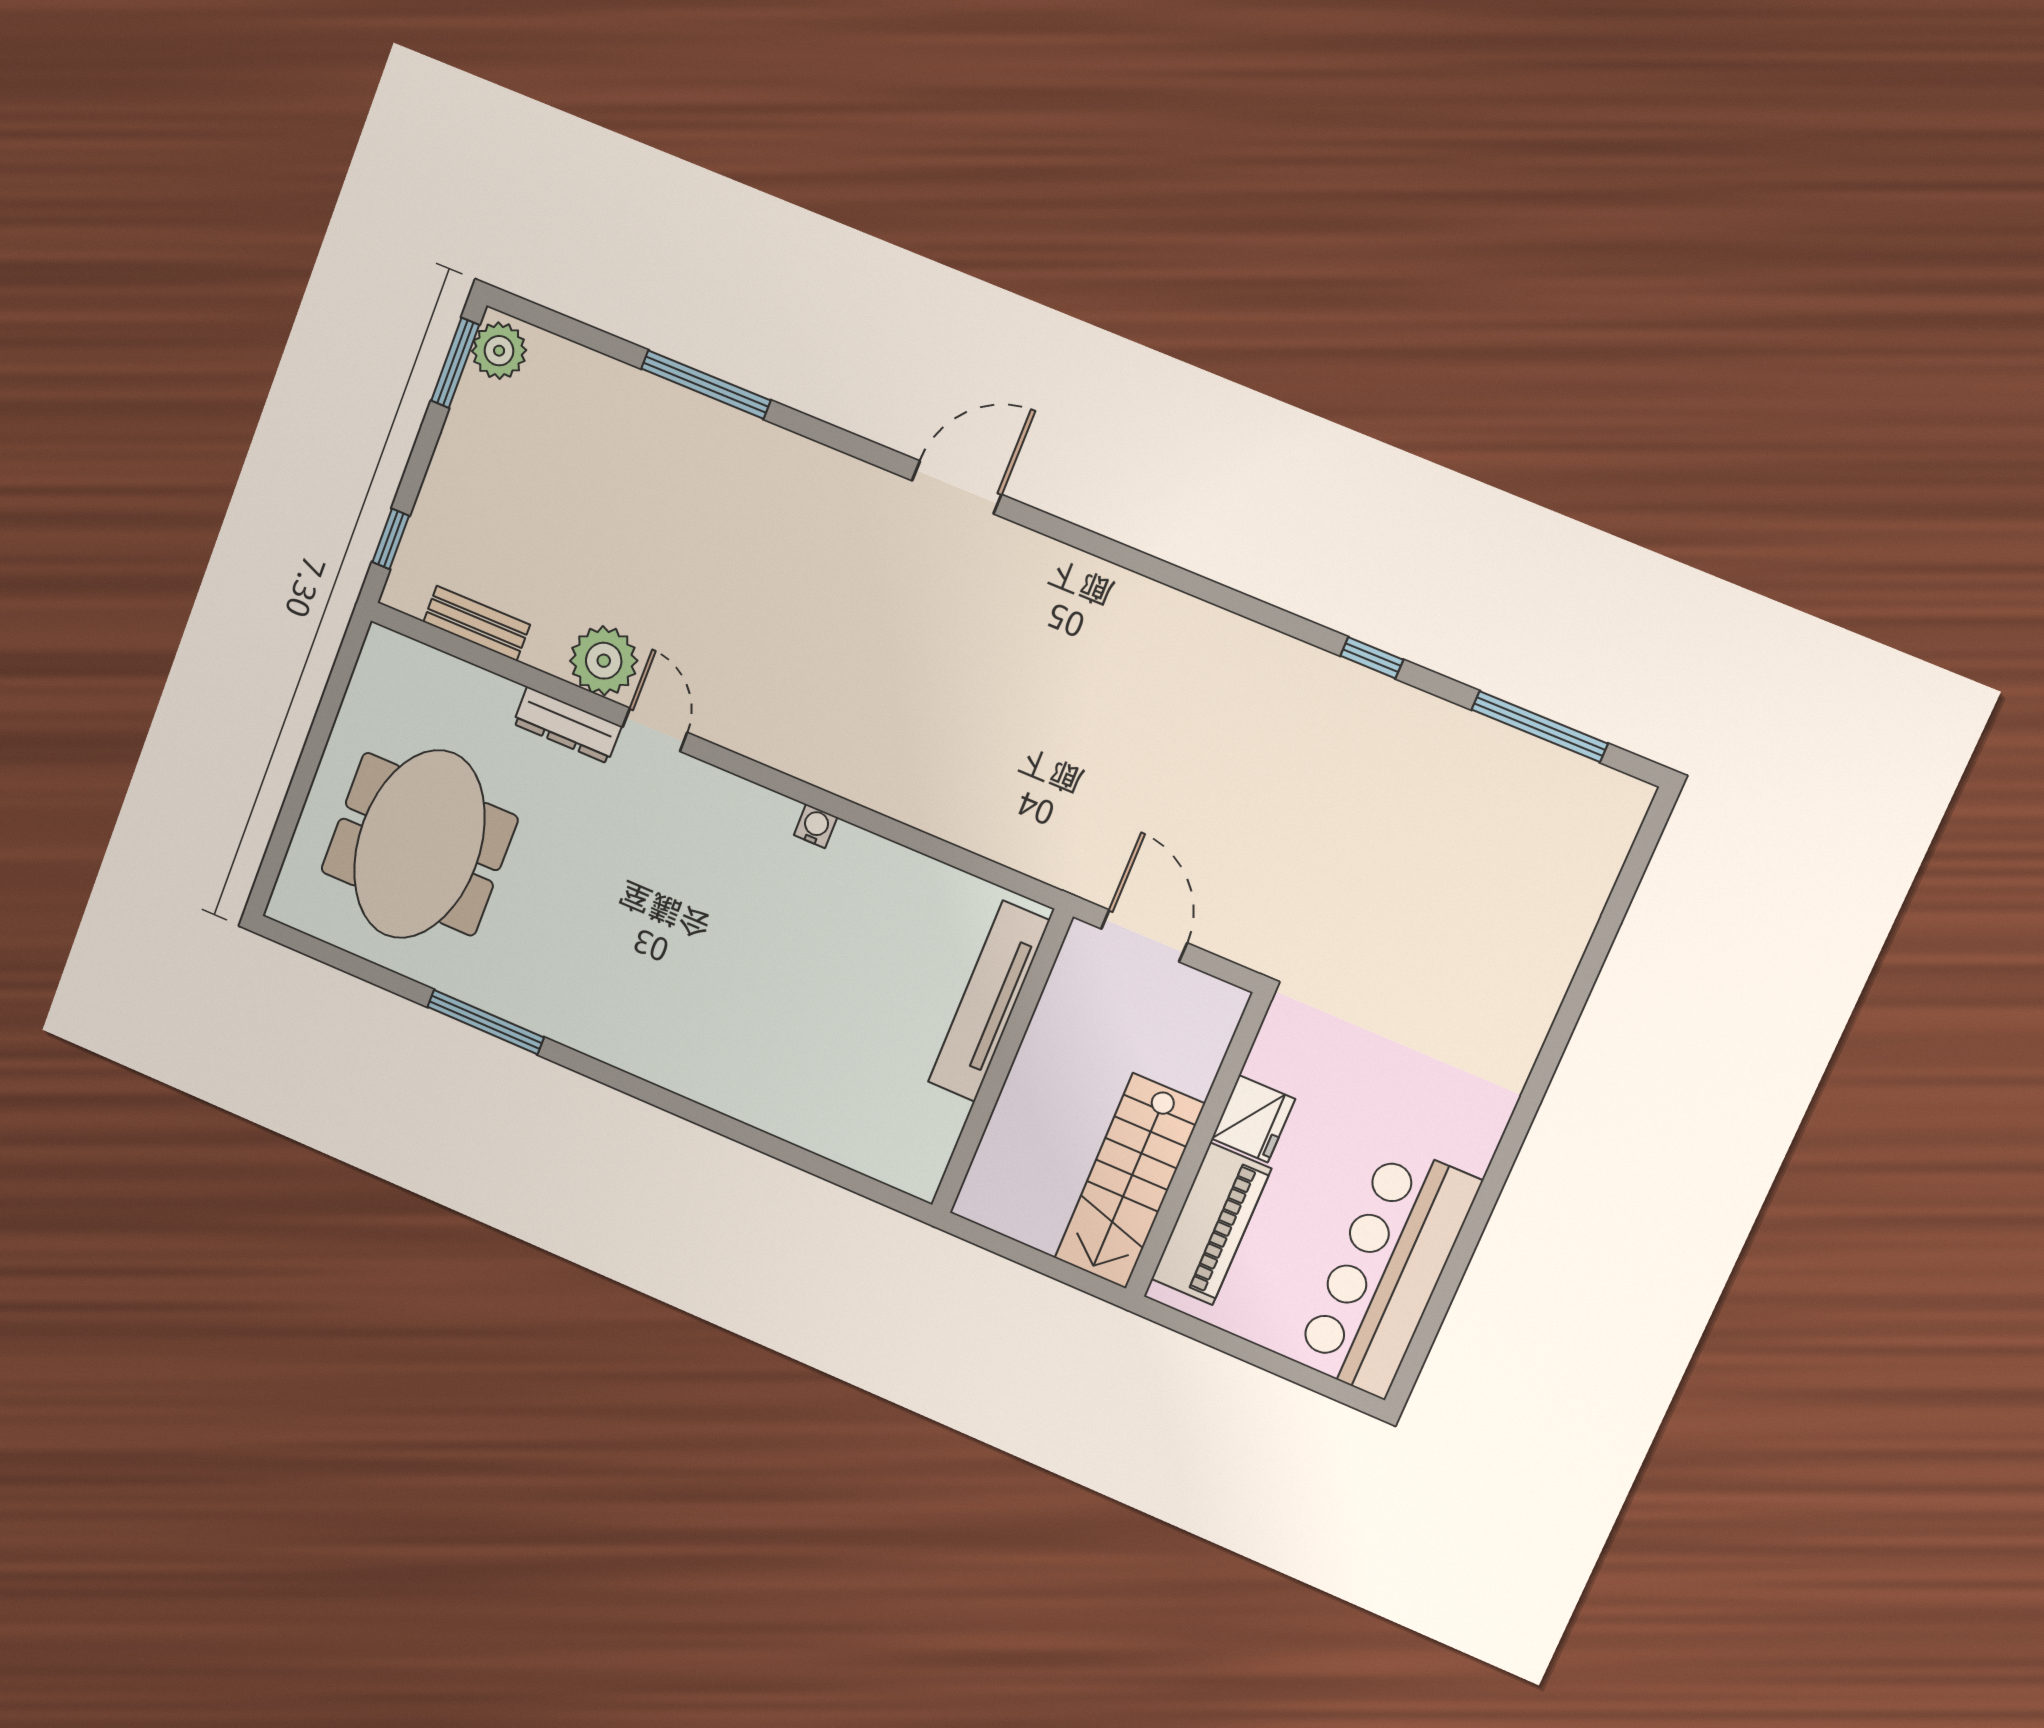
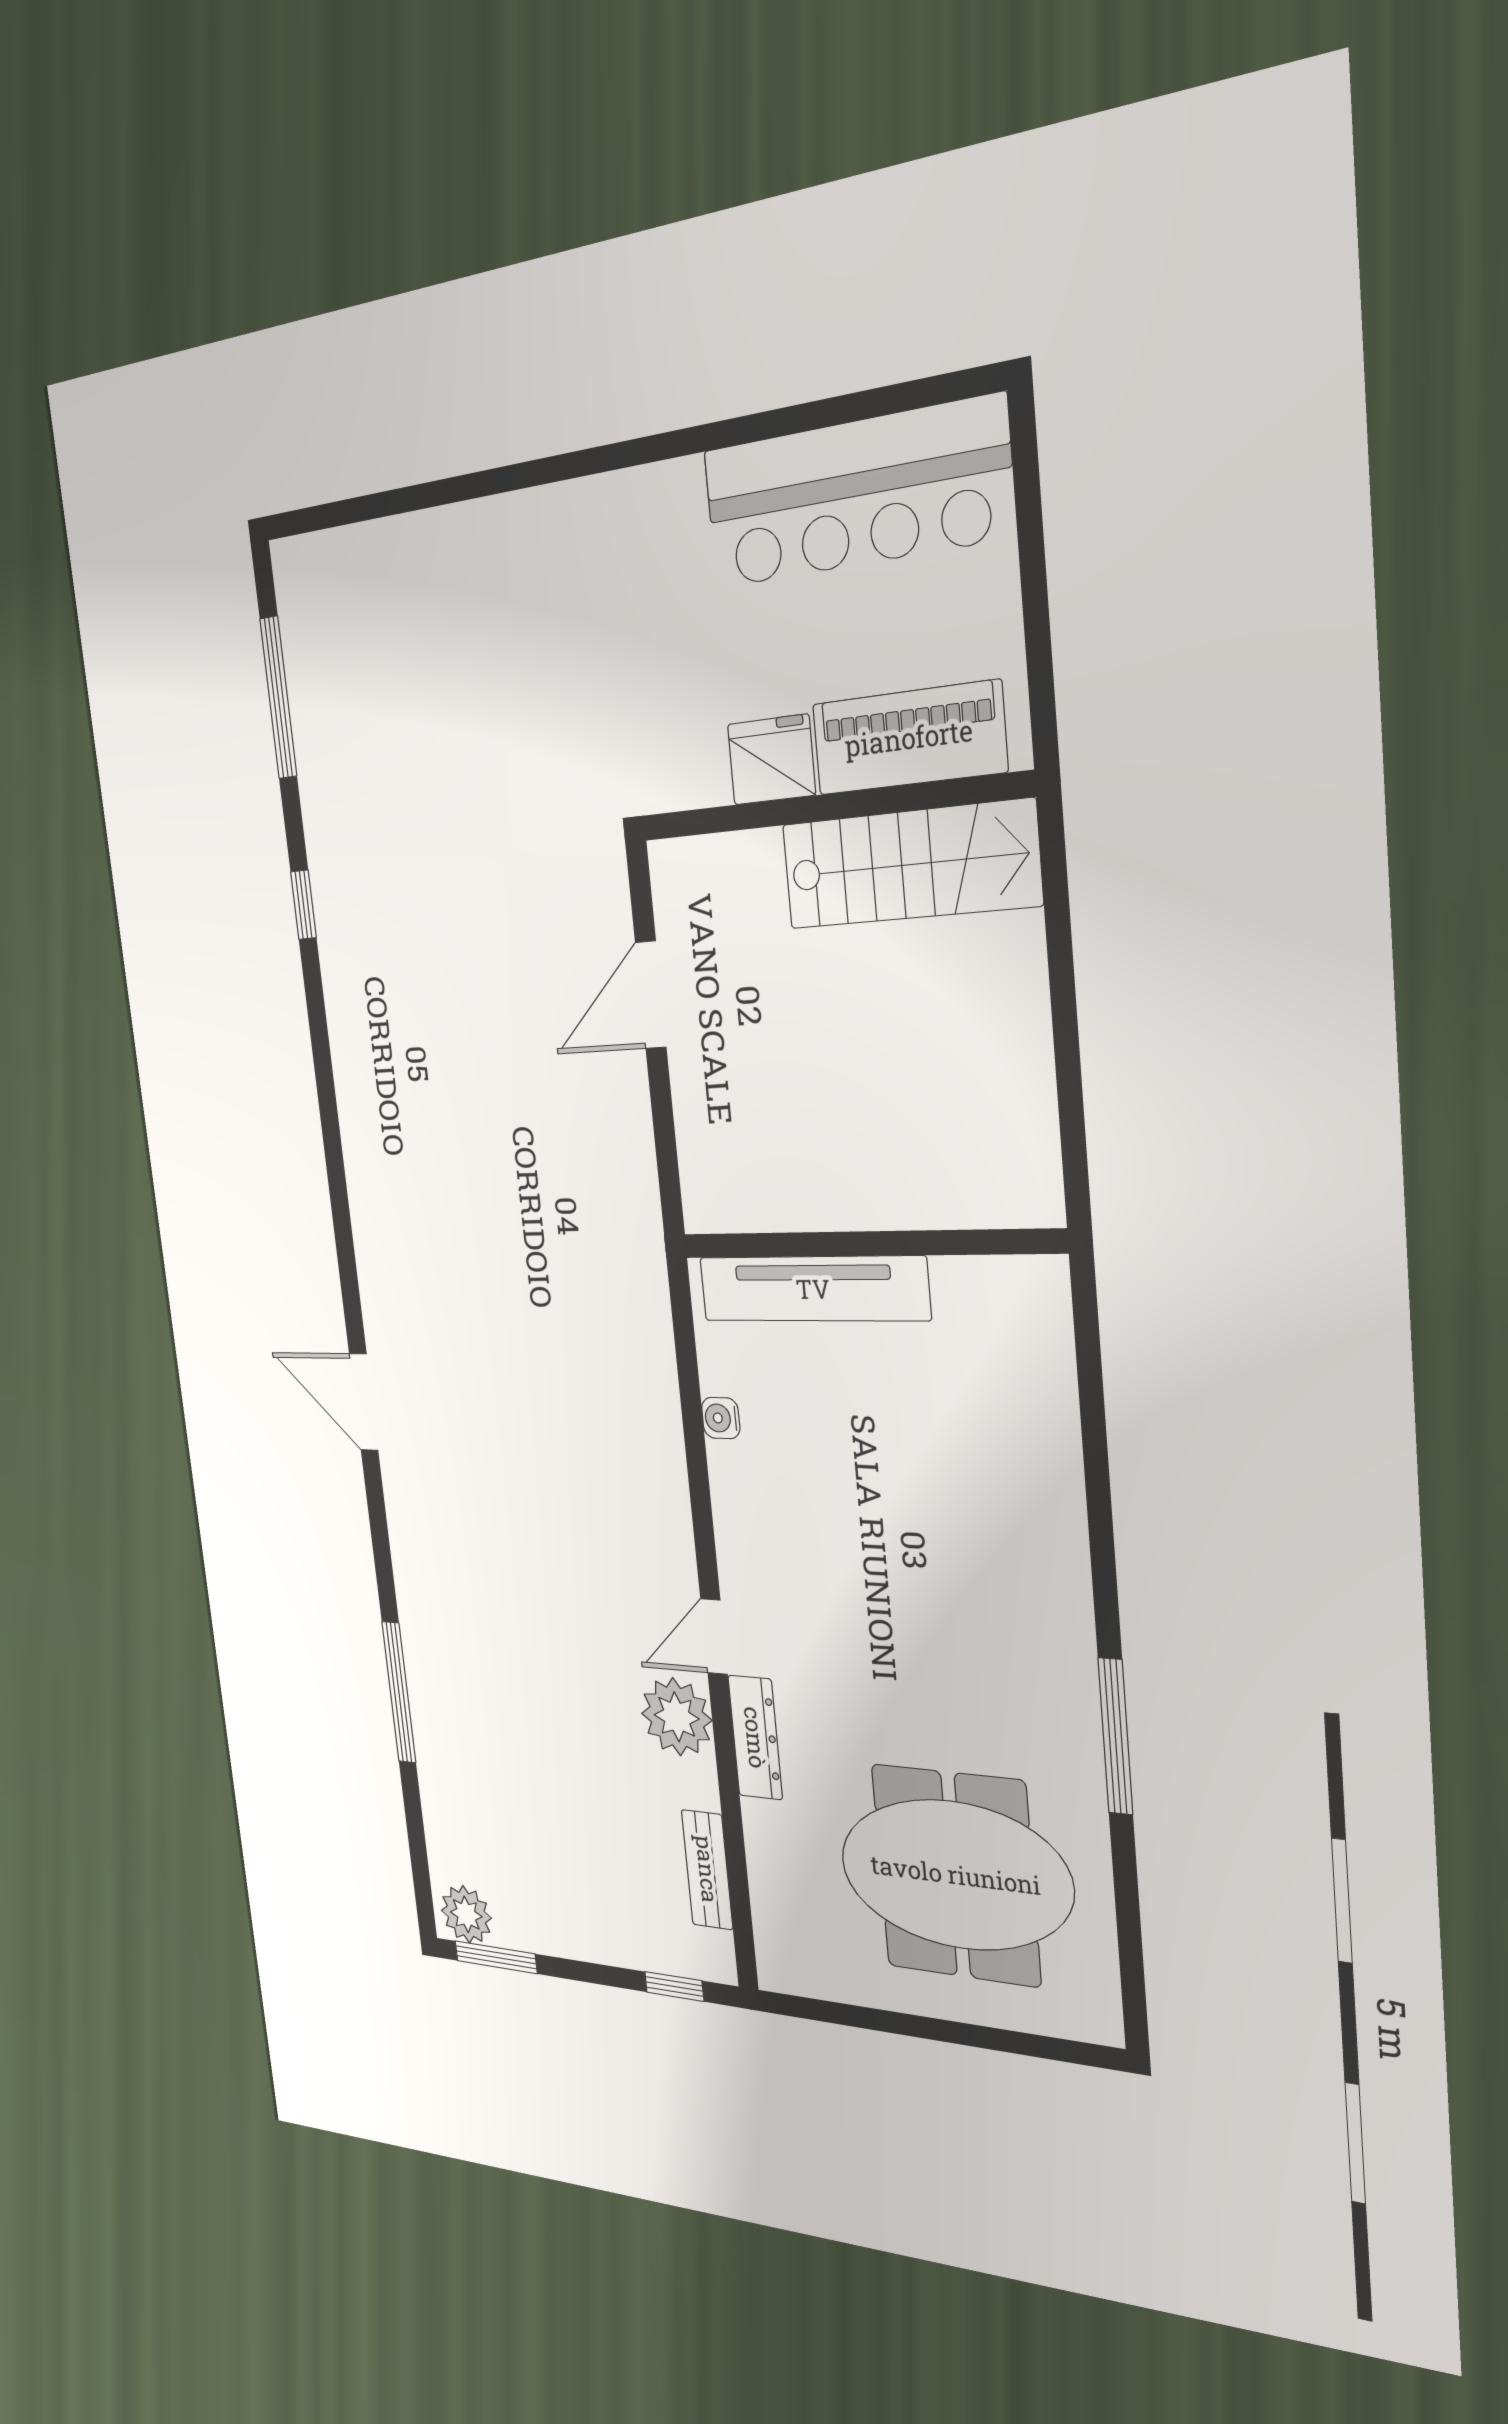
tv unit: (989, 1001) -> (813, 1289), moved
wall: (1002, 1062) -> (869, 1244), moved

